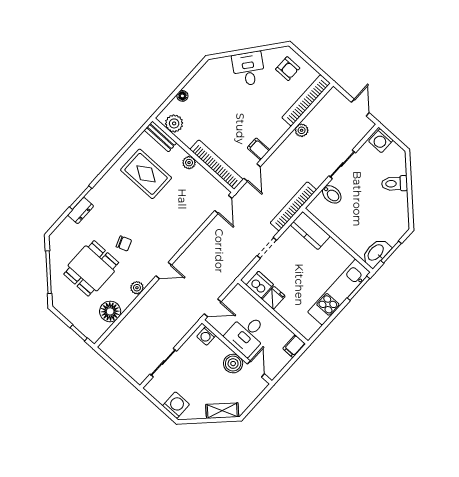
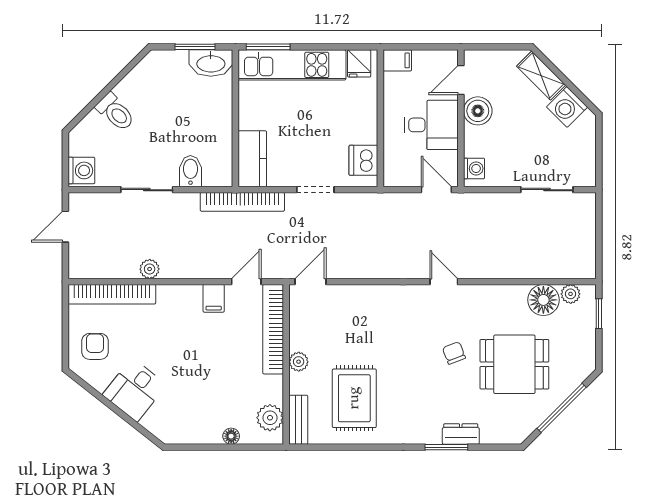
plant: (137, 288) -> (571, 294), moved
fridge: (274, 298) -> (359, 63), moved, turned -90
washing machine: (176, 405) -> (567, 107), moved, turned -45

